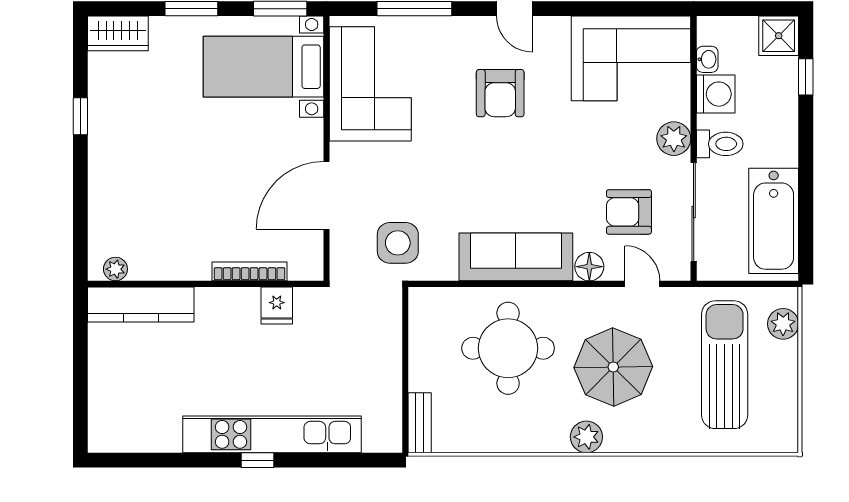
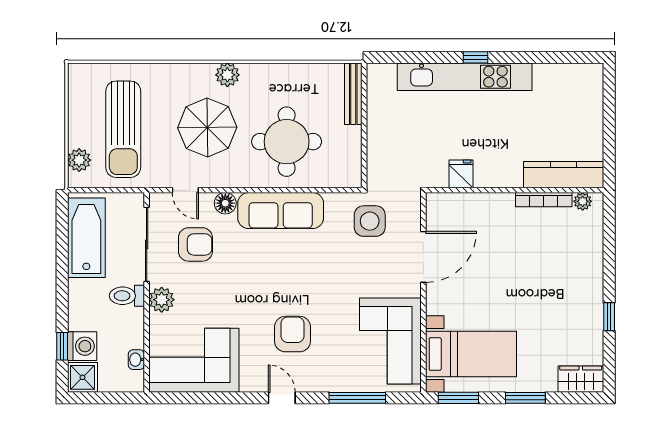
washing machine: (716, 94) -> (82, 346), moved, turned 180
bookcase: (250, 271) -> (544, 200), moved
bench: (420, 423) -> (353, 94), width x1.36

